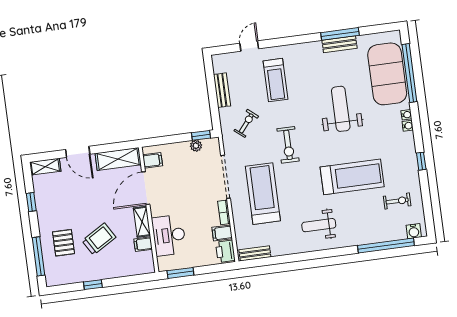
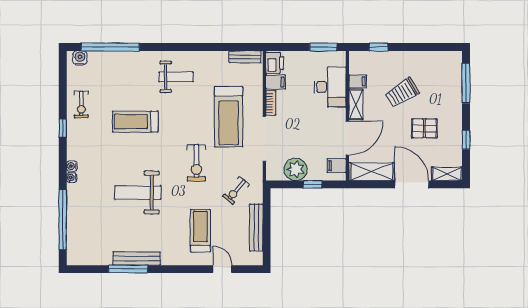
bench: (339, 44) -> (137, 259), width x1.36
door: (249, 46) -> (222, 269), swing flipped
exercise mat: (387, 74) -> (86, 222), removed
bench: (222, 90) -> (256, 228), width x1.36
weight bench: (341, 109) -> (138, 193), turned 90
window: (201, 135) -> (313, 184), moved
exercise bike: (288, 145) -> (196, 163), turned 180
plant: (196, 146) -> (296, 169), width x1.88, depth x1.88
door: (78, 152) -> (412, 184), width x1.36
treadmill: (352, 177) -> (135, 122), width x0.73, depth x0.73
exercise bike: (397, 201) -> (81, 105), moved, turned -90
pallet: (64, 243) -> (424, 128), moved, turned 90
window: (93, 285) -> (379, 47), moved

